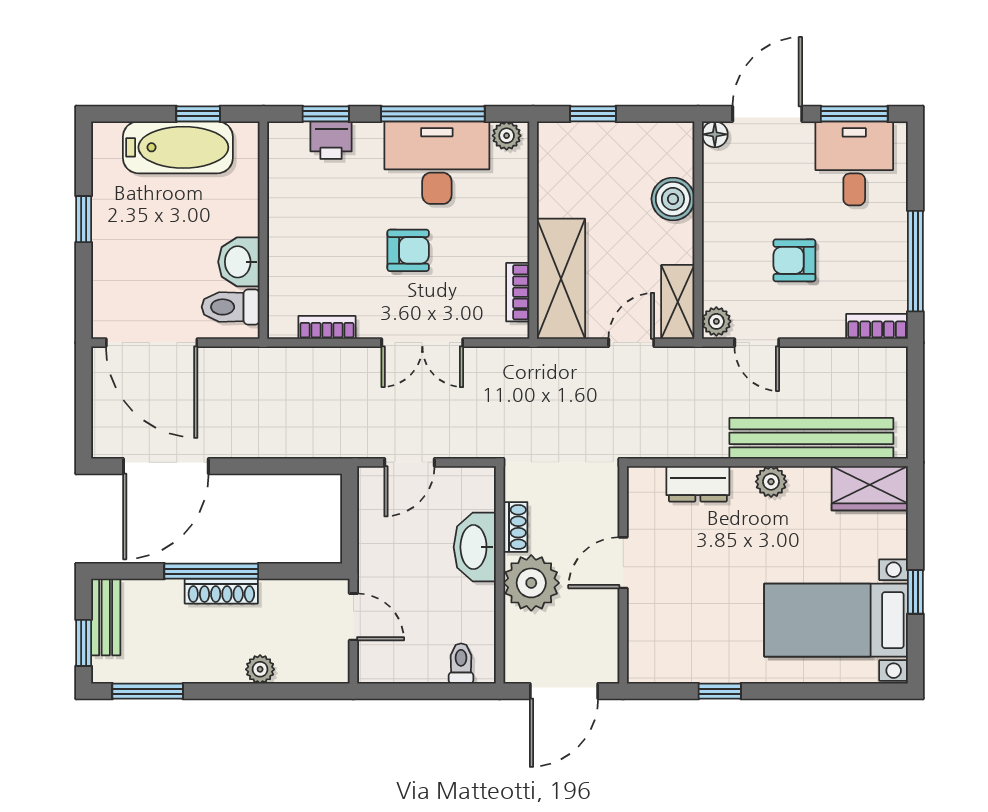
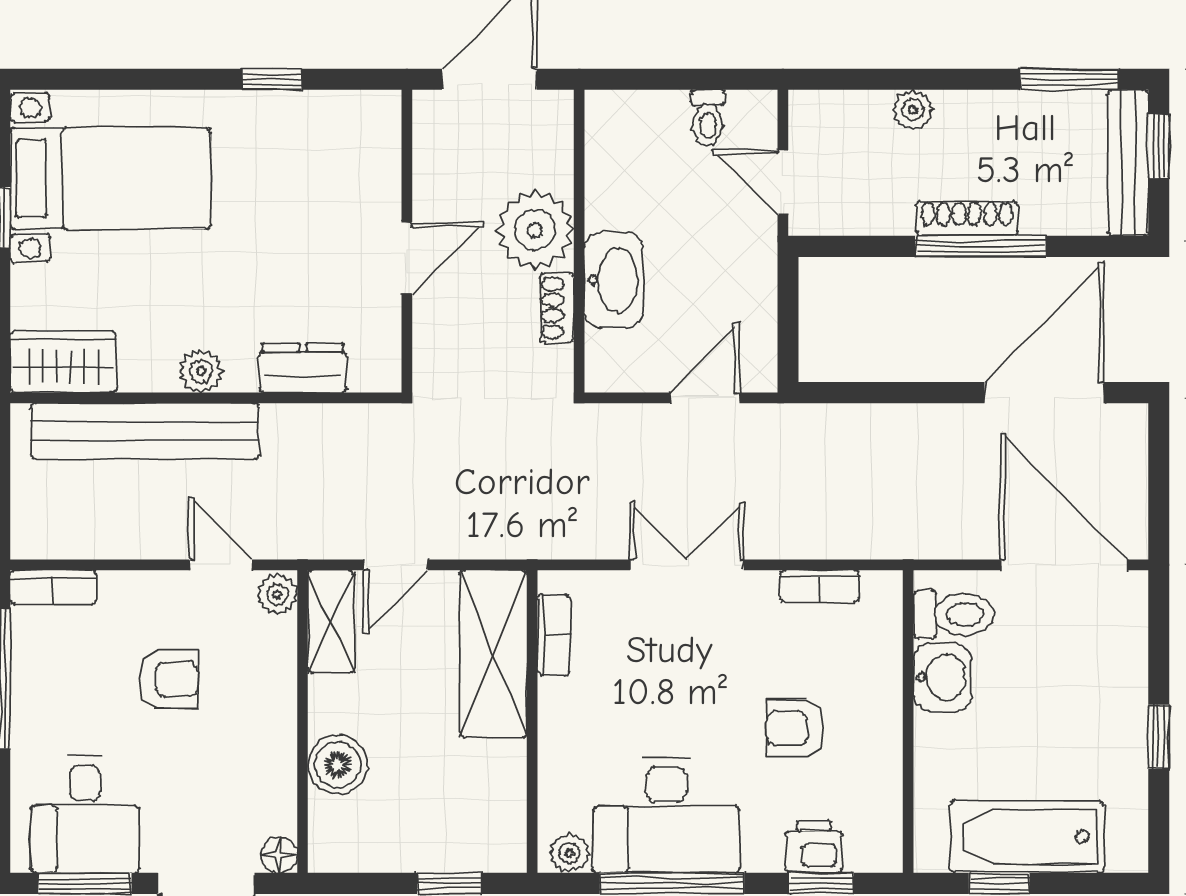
armchair: (408, 250) -> (795, 728), moved
bench: (106, 617) -> (1128, 163), width x1.36
toilet: (461, 663) -> (708, 118), moved

